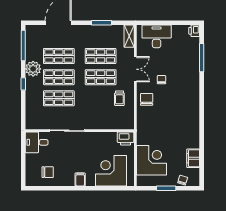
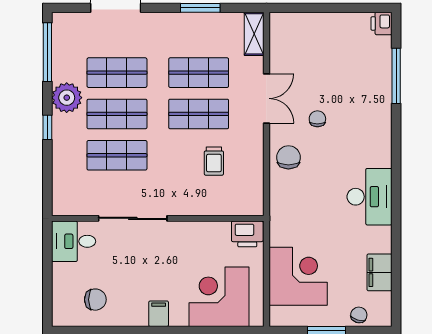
desk: (157, 36) -> (369, 197), moved, turned 90
trolley: (119, 98) -> (214, 161), moved

